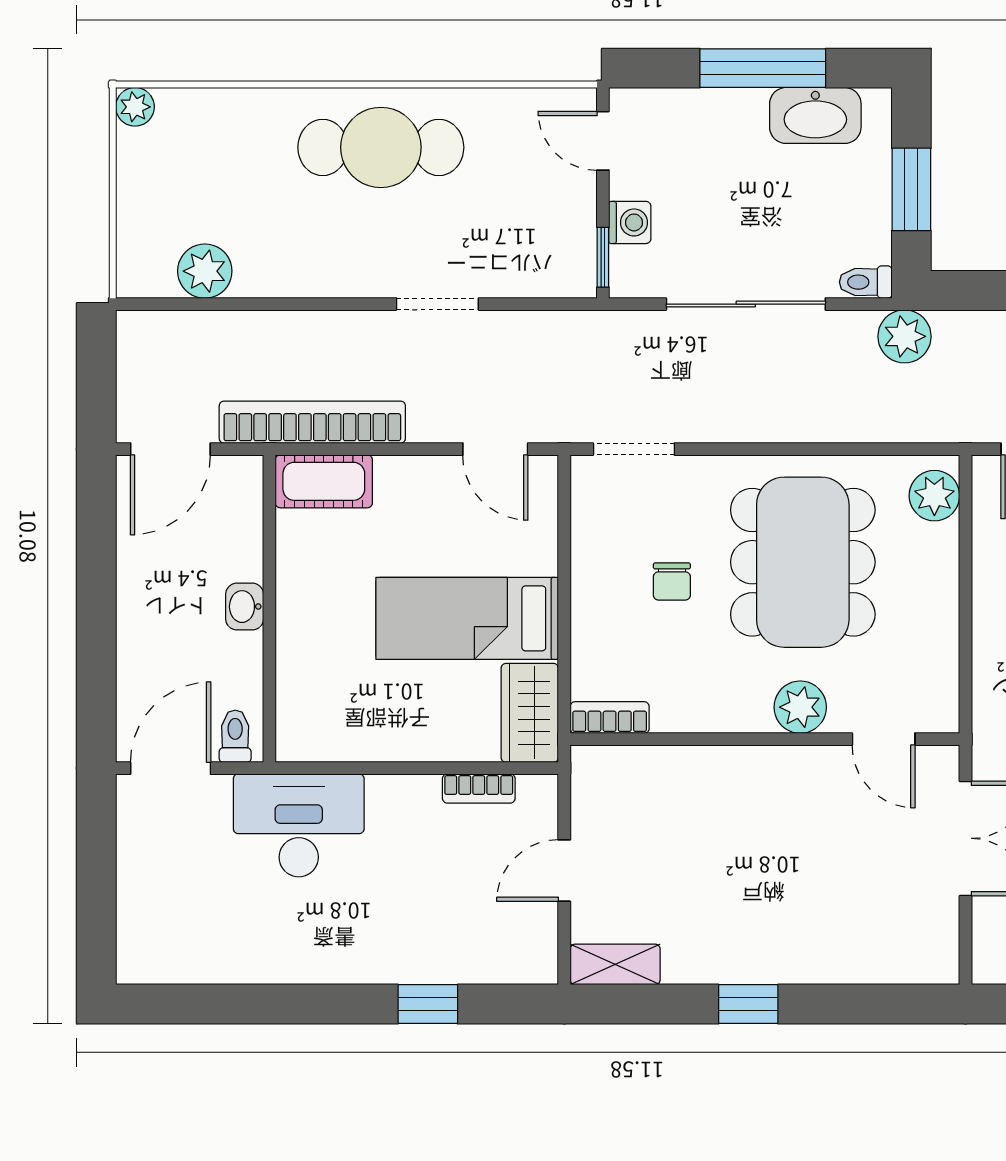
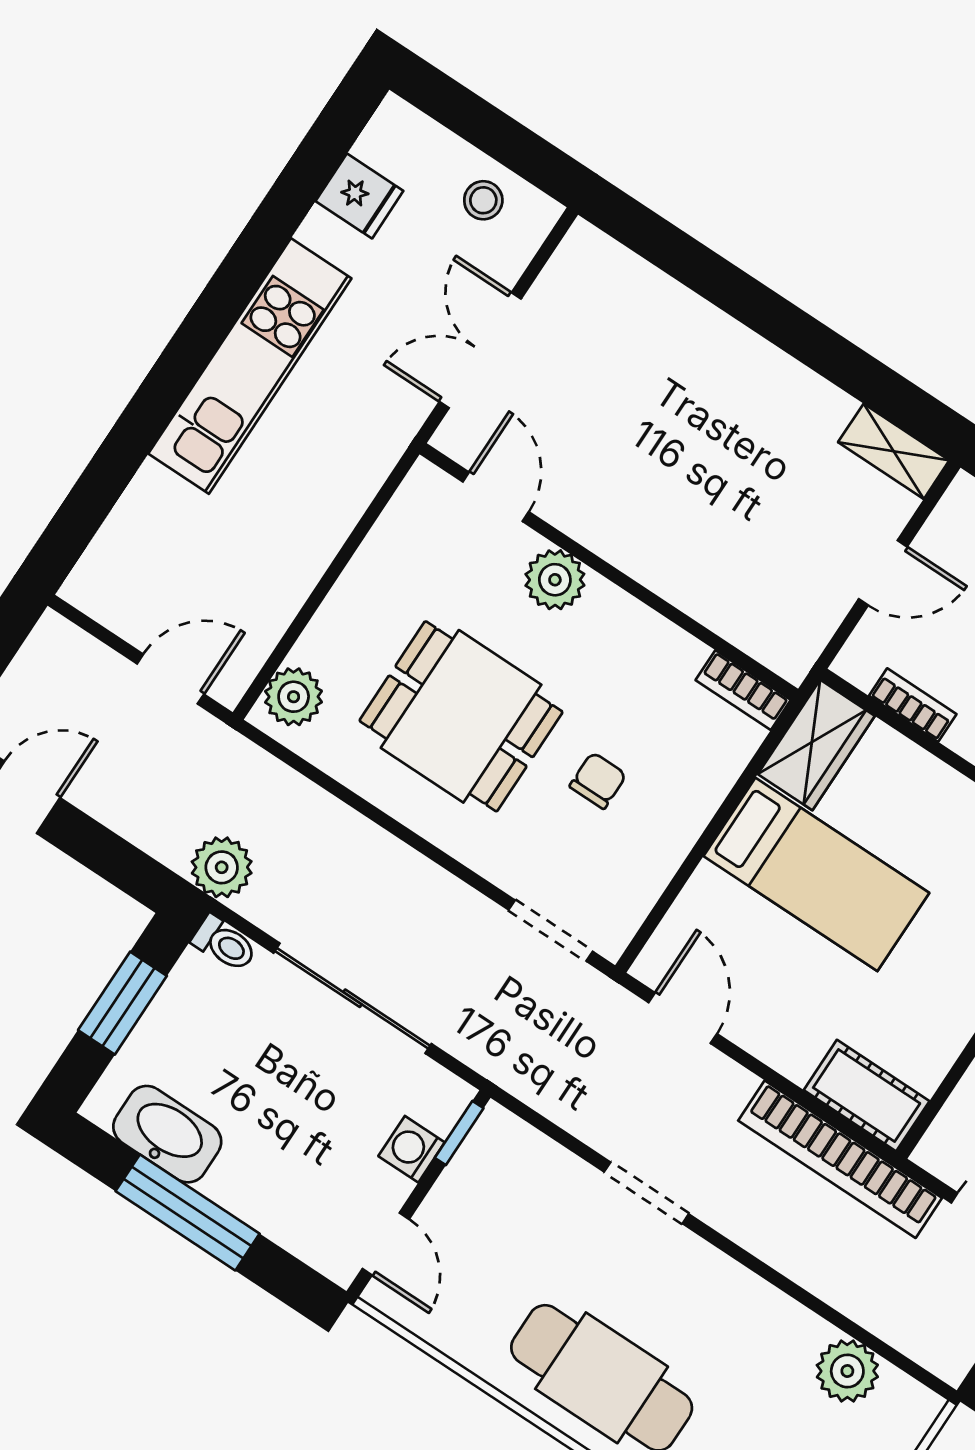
dining table: (803, 562) -> (461, 716), width x0.73
window: (748, 1004) -> (792, 330), removed

